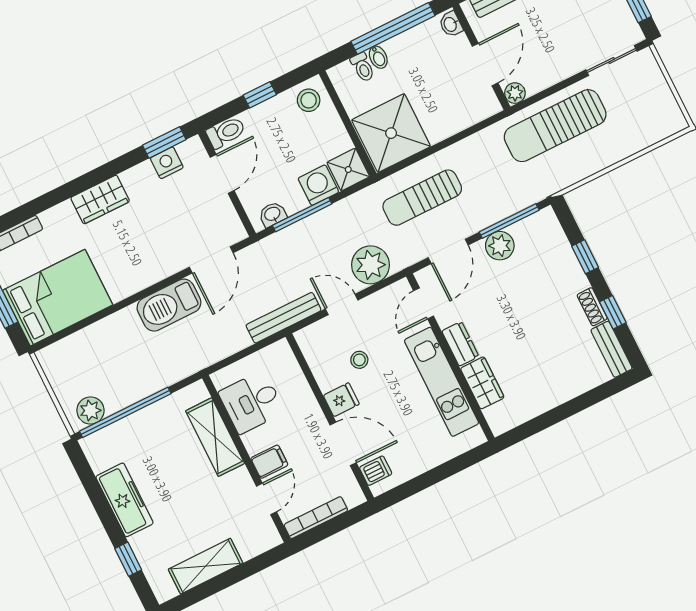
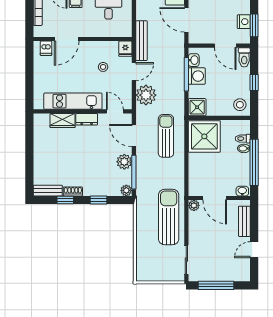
washing machine: (318, 185) -> (197, 76), moved
plant: (546, 218) -> (126, 190), added
fridge: (341, 400) -> (125, 49), moved

